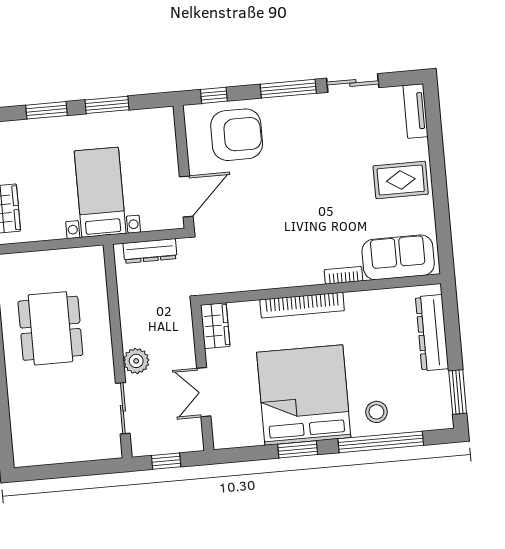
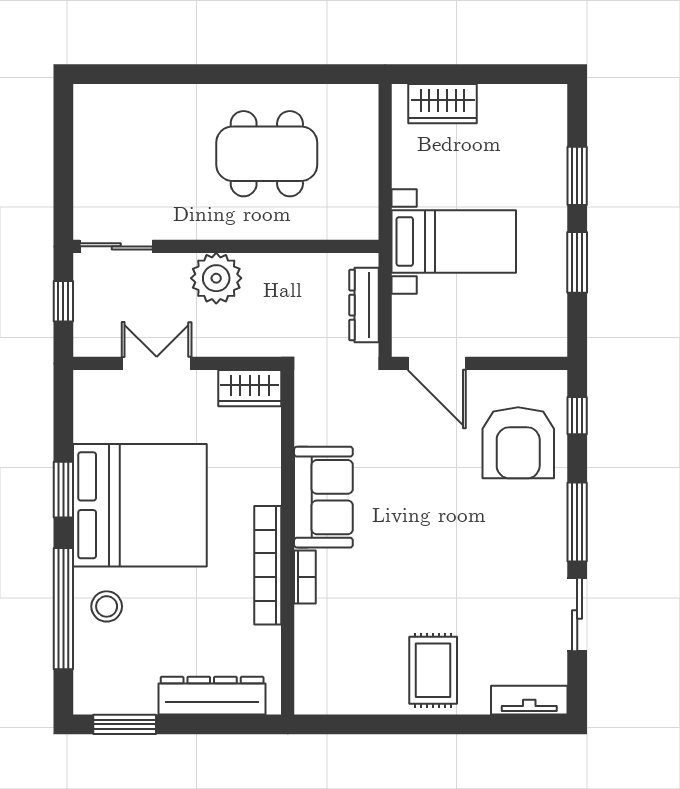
sofa: (398, 257) -> (323, 497), moved
bookcase: (302, 305) -> (268, 565), moved
plant: (136, 361) -> (216, 278), width x1.36, depth x1.36
sliding door: (123, 408) -> (116, 246), moved

